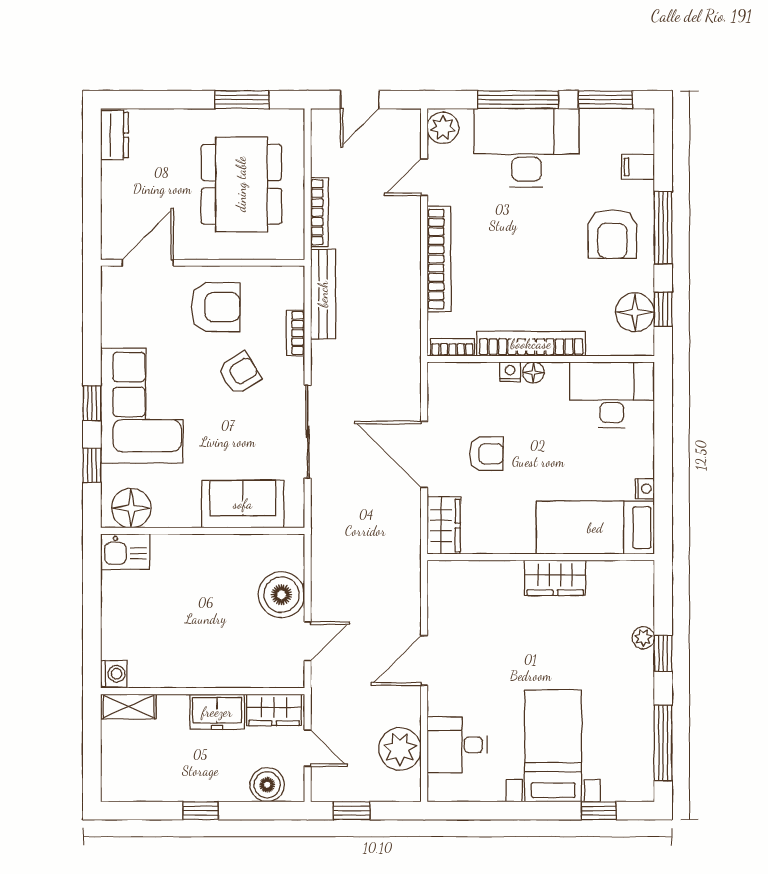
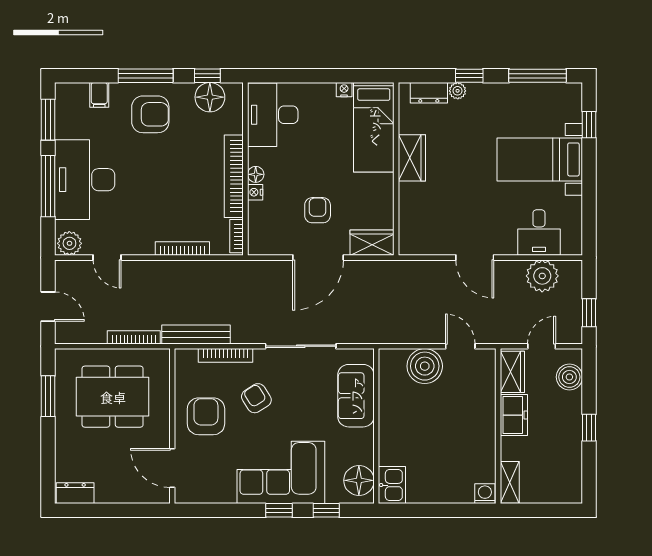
bookcase: (439, 259) -> (182, 248), width x0.68, depth x0.76
bookcase: (296, 333) -> (226, 355), width x1.56
dresser: (641, 600) -> (429, 93), added

